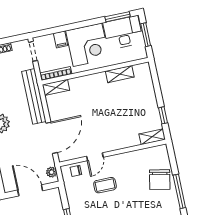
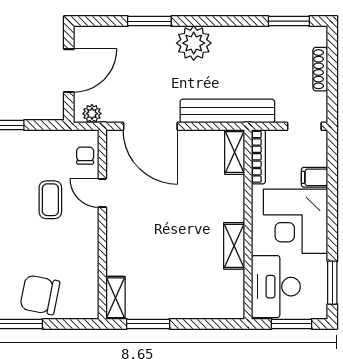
desk: (123, 33) -> (276, 287), moved, turned 180
shelving: (120, 74) -> (234, 246), moved
window: (163, 115) -> (148, 324), width x1.50

